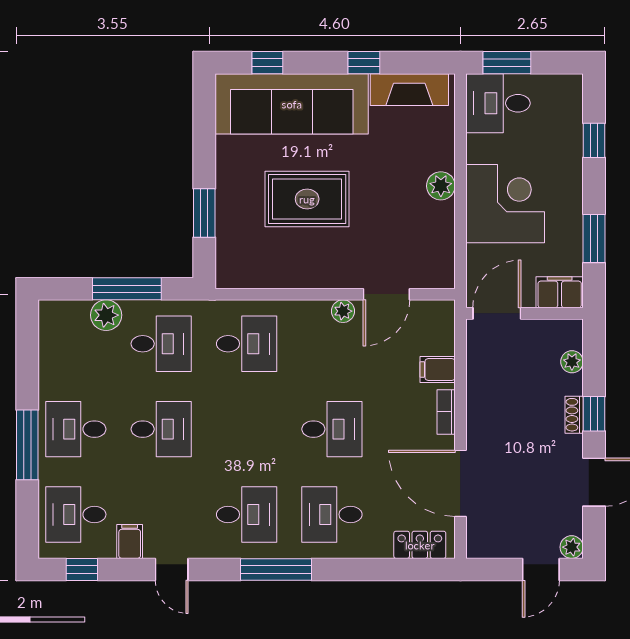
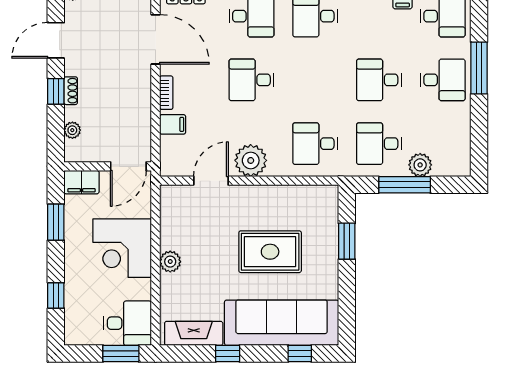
plant: (343, 311) -> (251, 160), width x1.87, depth x1.87

